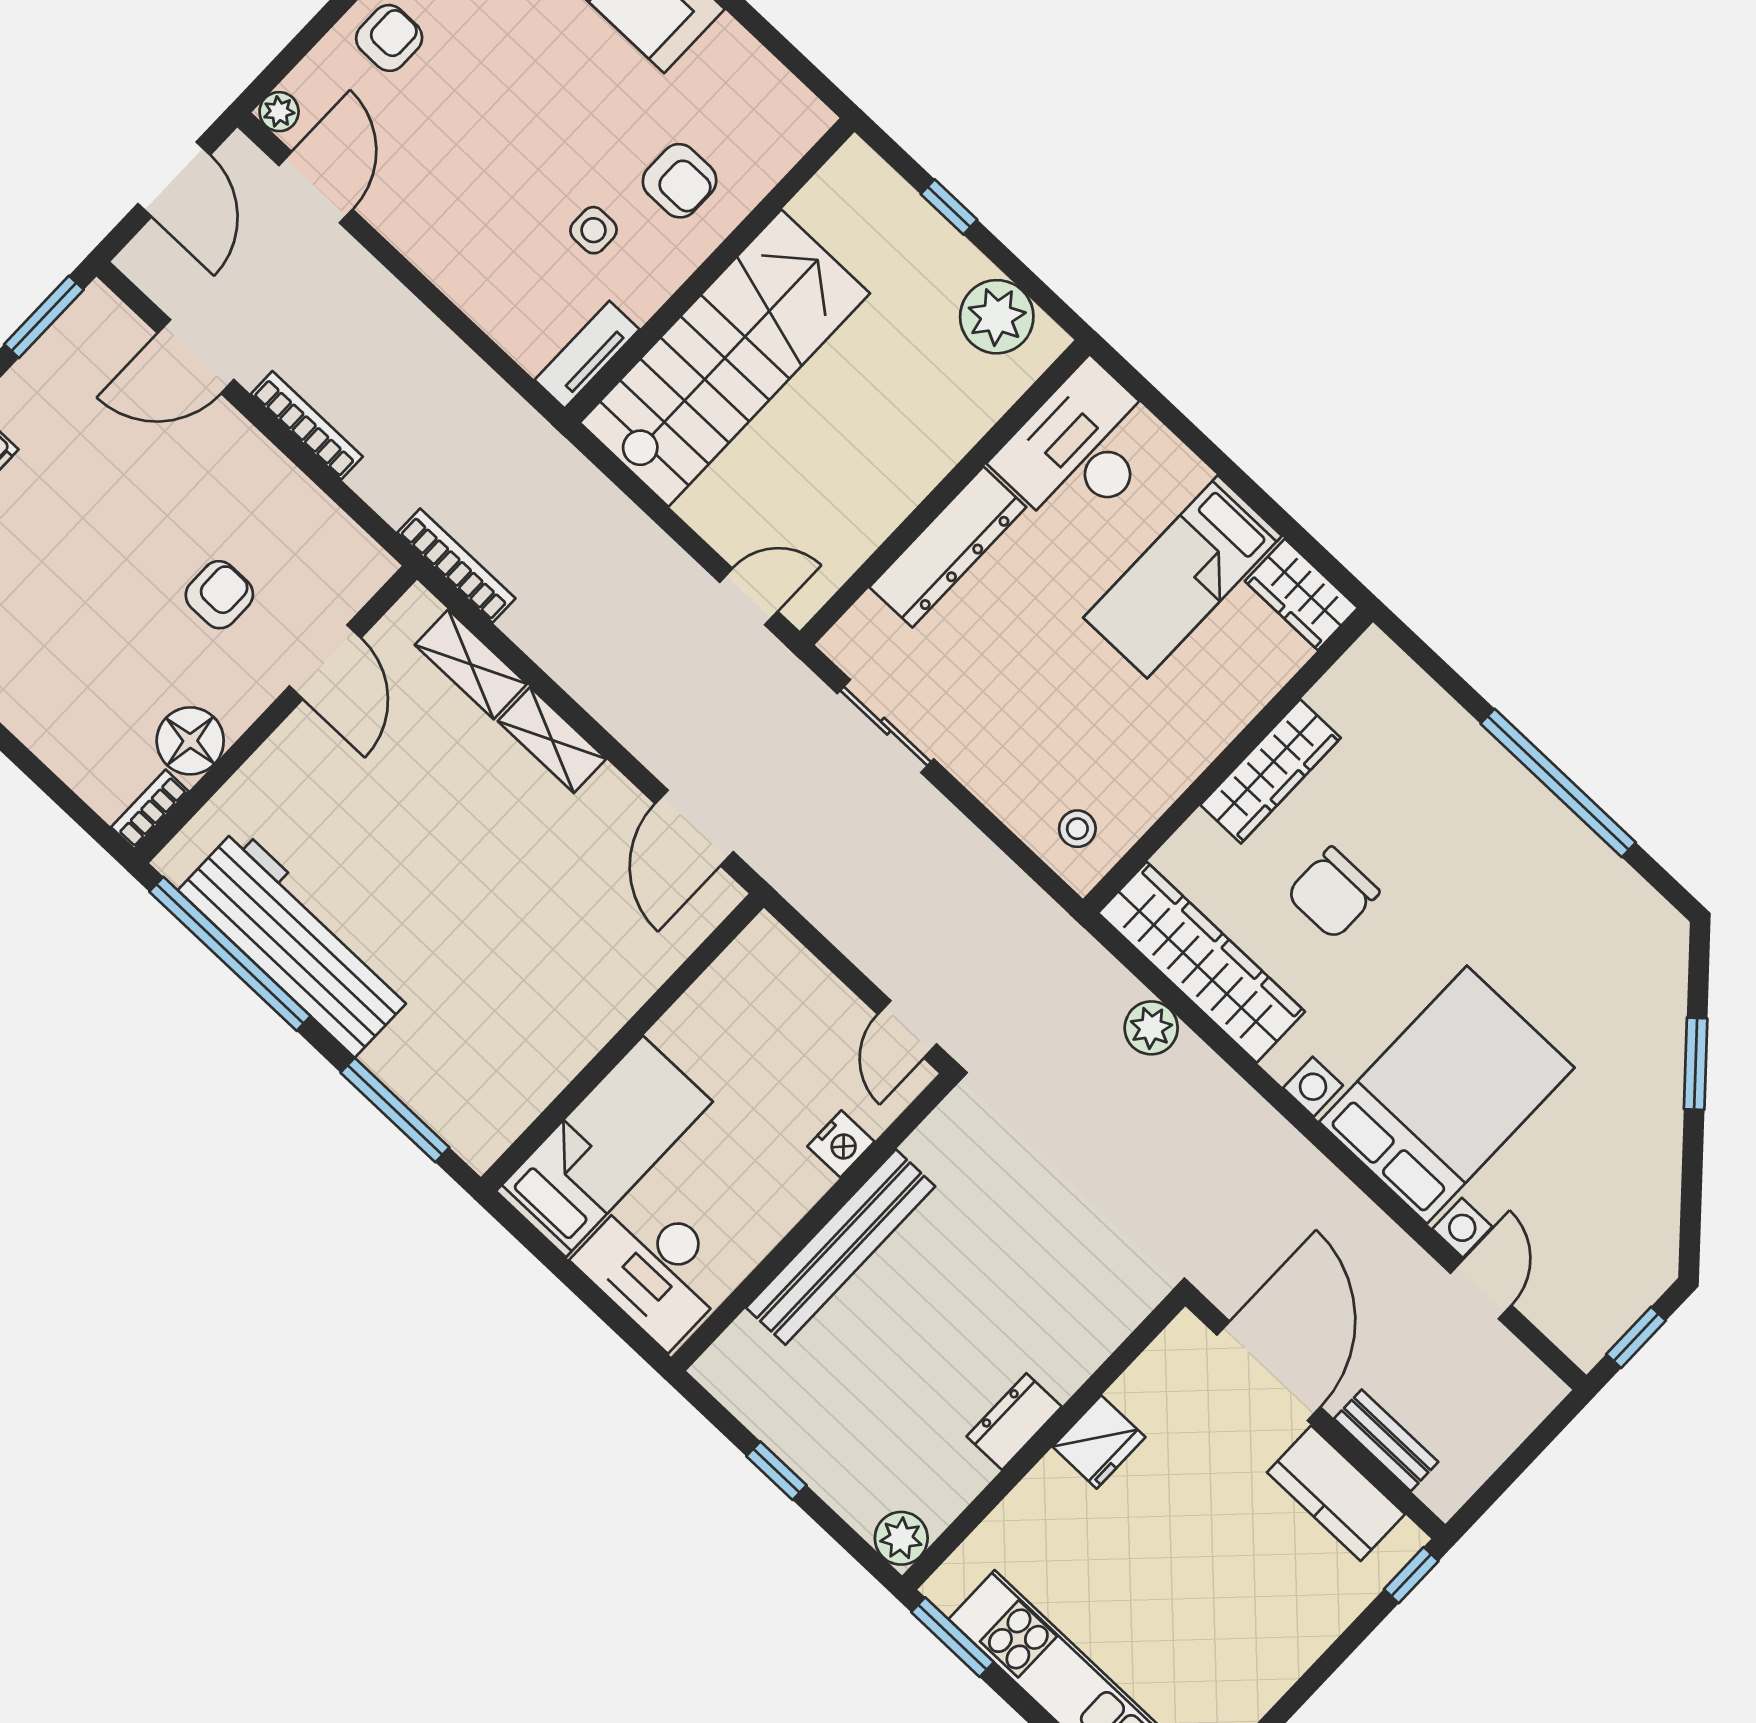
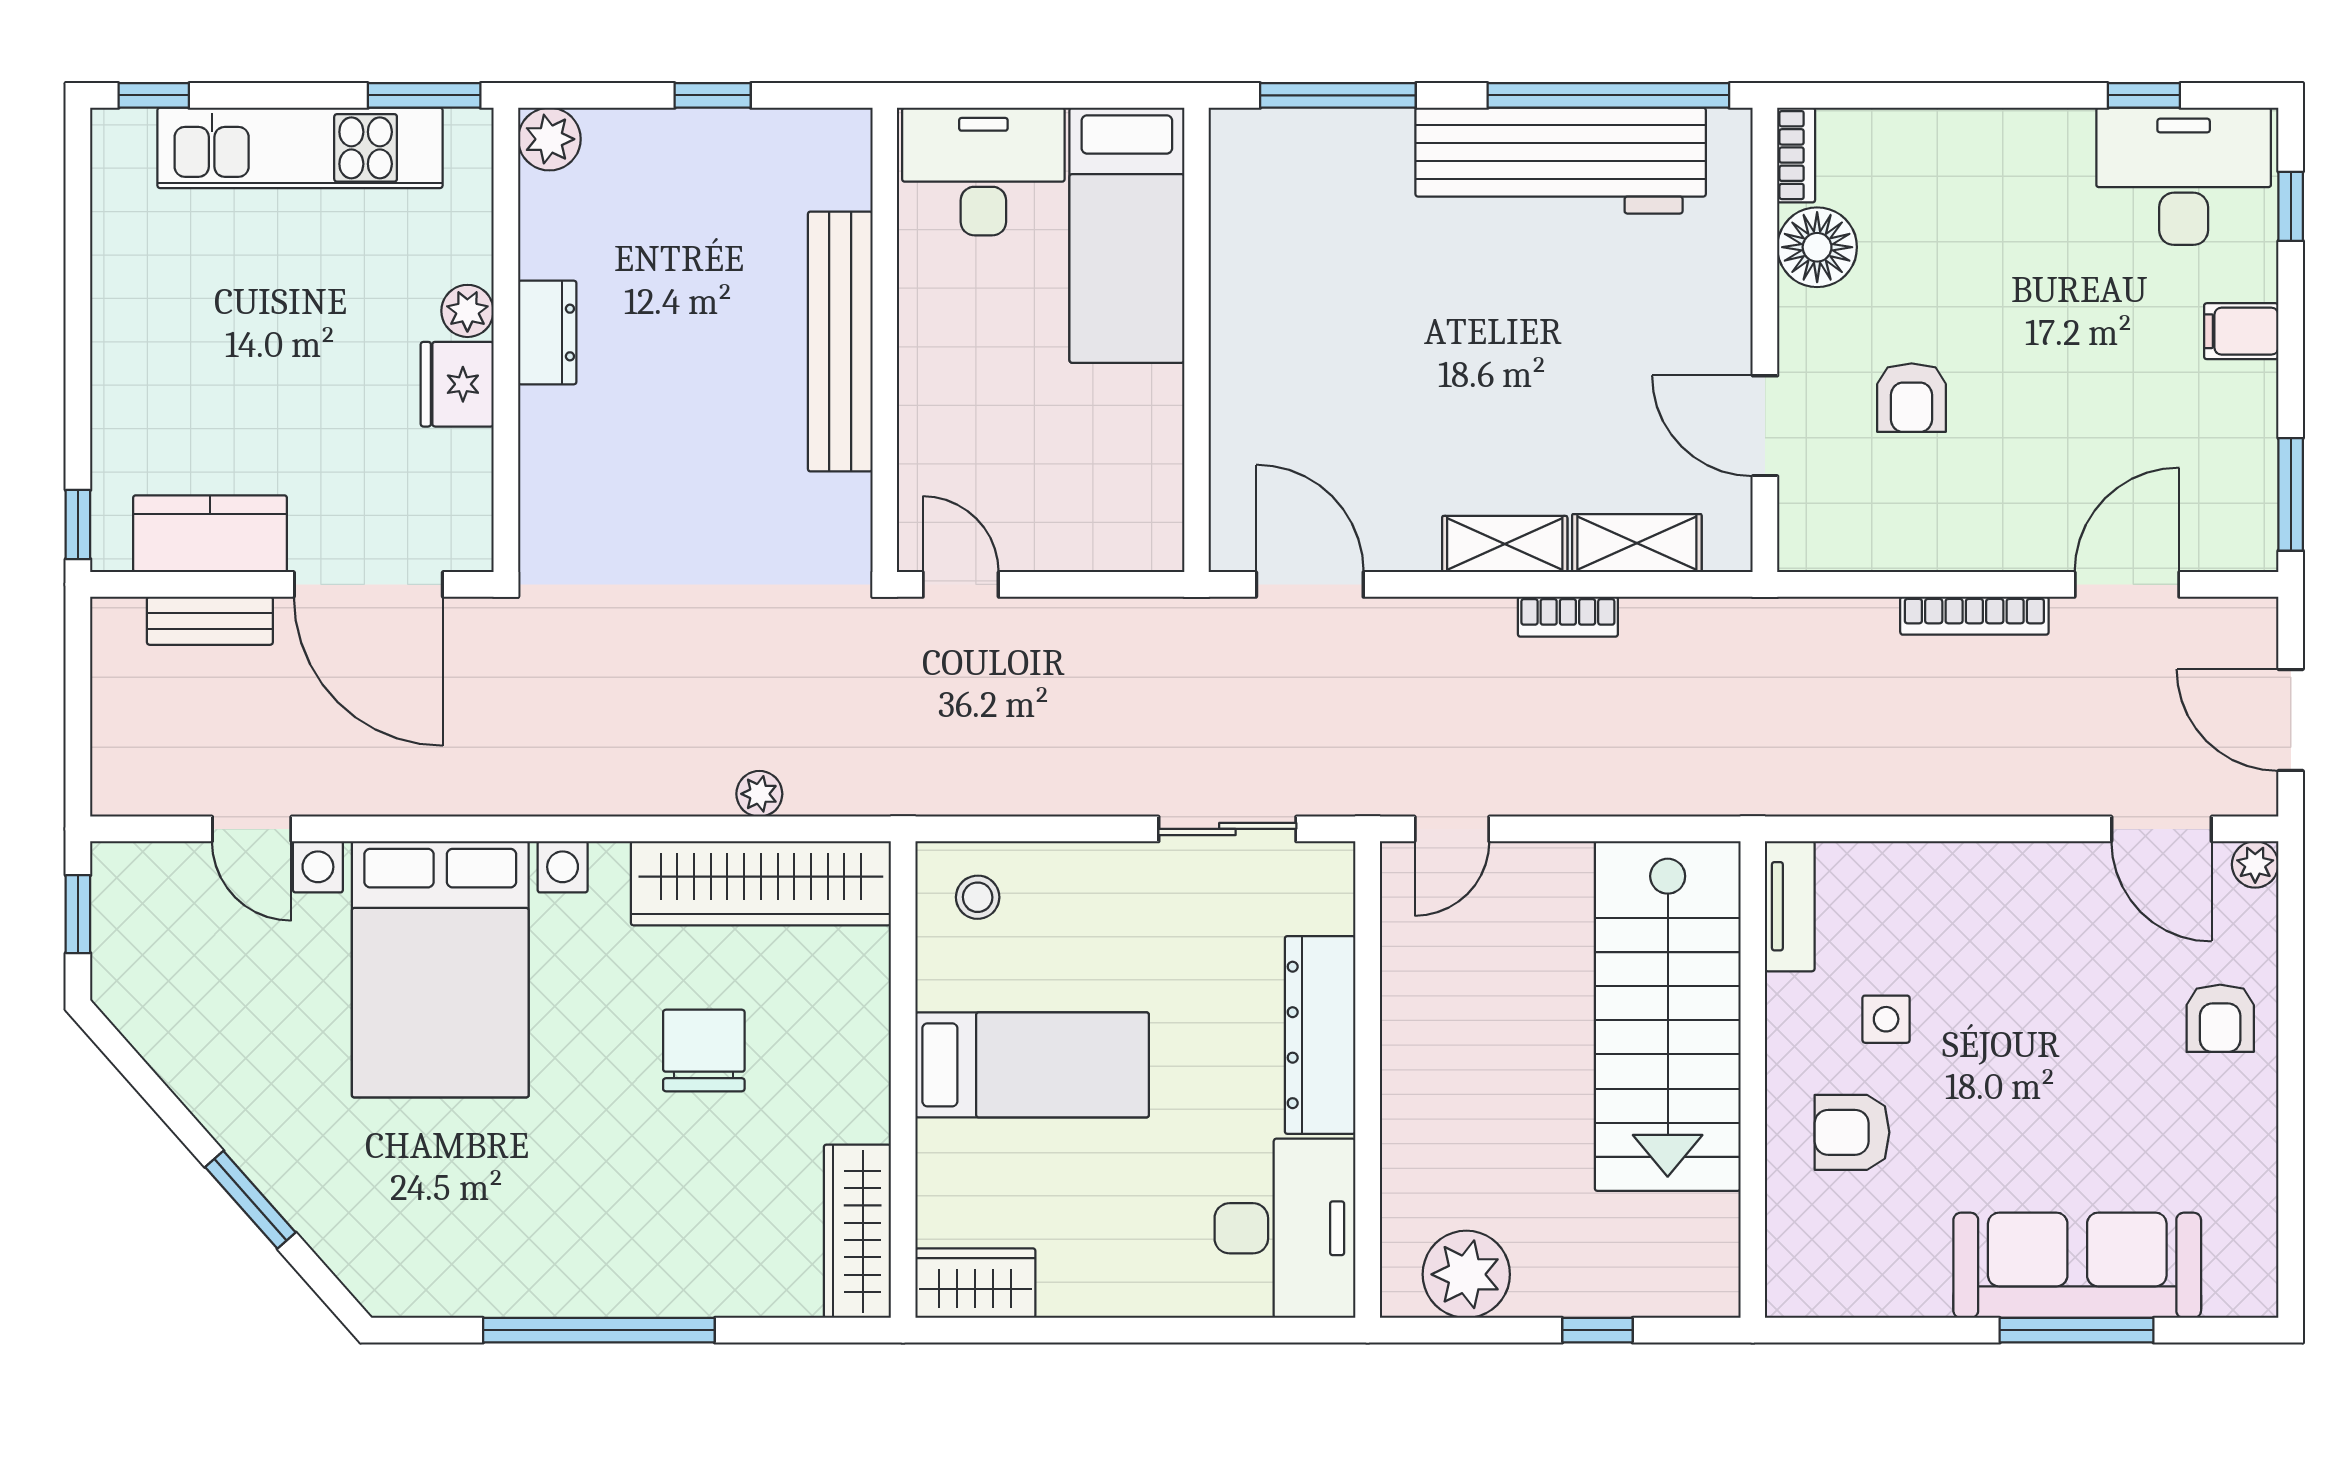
bookcase: (456, 566) -> (1568, 617), moved, width x0.64
bed: (1182, 577) -> (1032, 1065), moved, turned 90
wardrobe: (1270, 771) -> (857, 1231), moved
plant: (1151, 1028) -> (759, 794), width x0.73, depth x0.73
nightstand: (841, 1144) -> (924, 431), removed
plant: (1050, 1481) -> (467, 311), added

